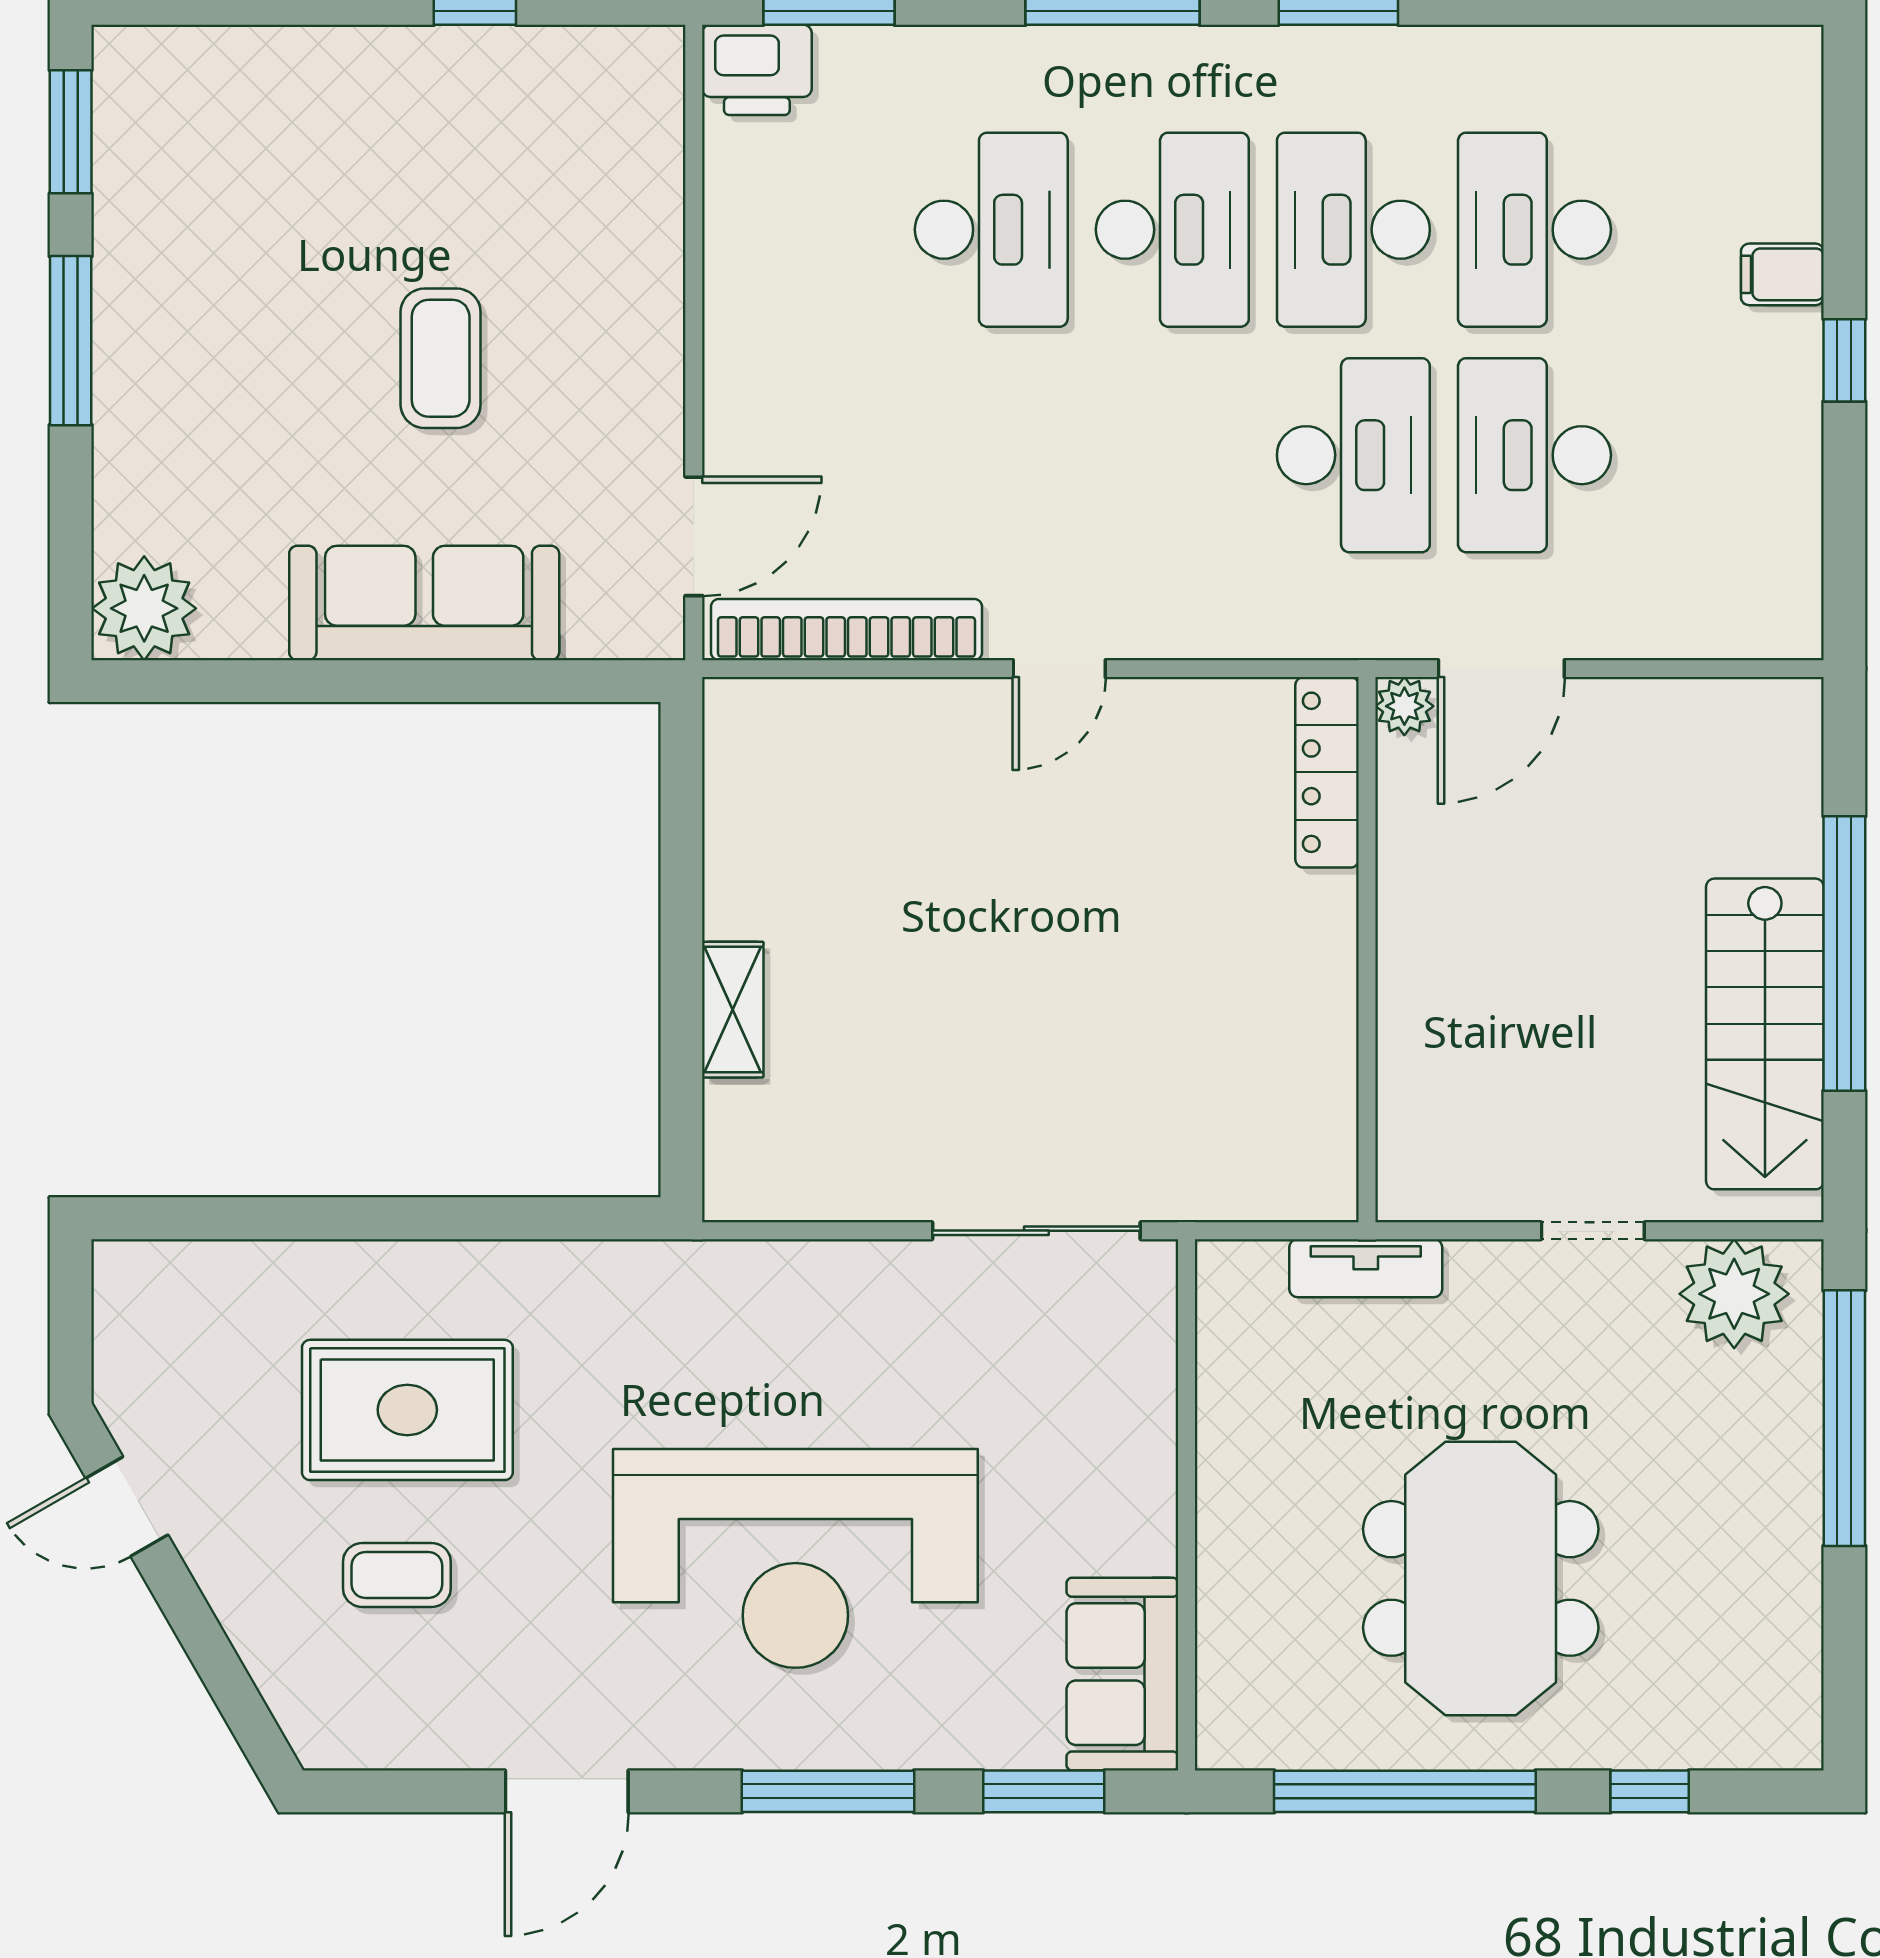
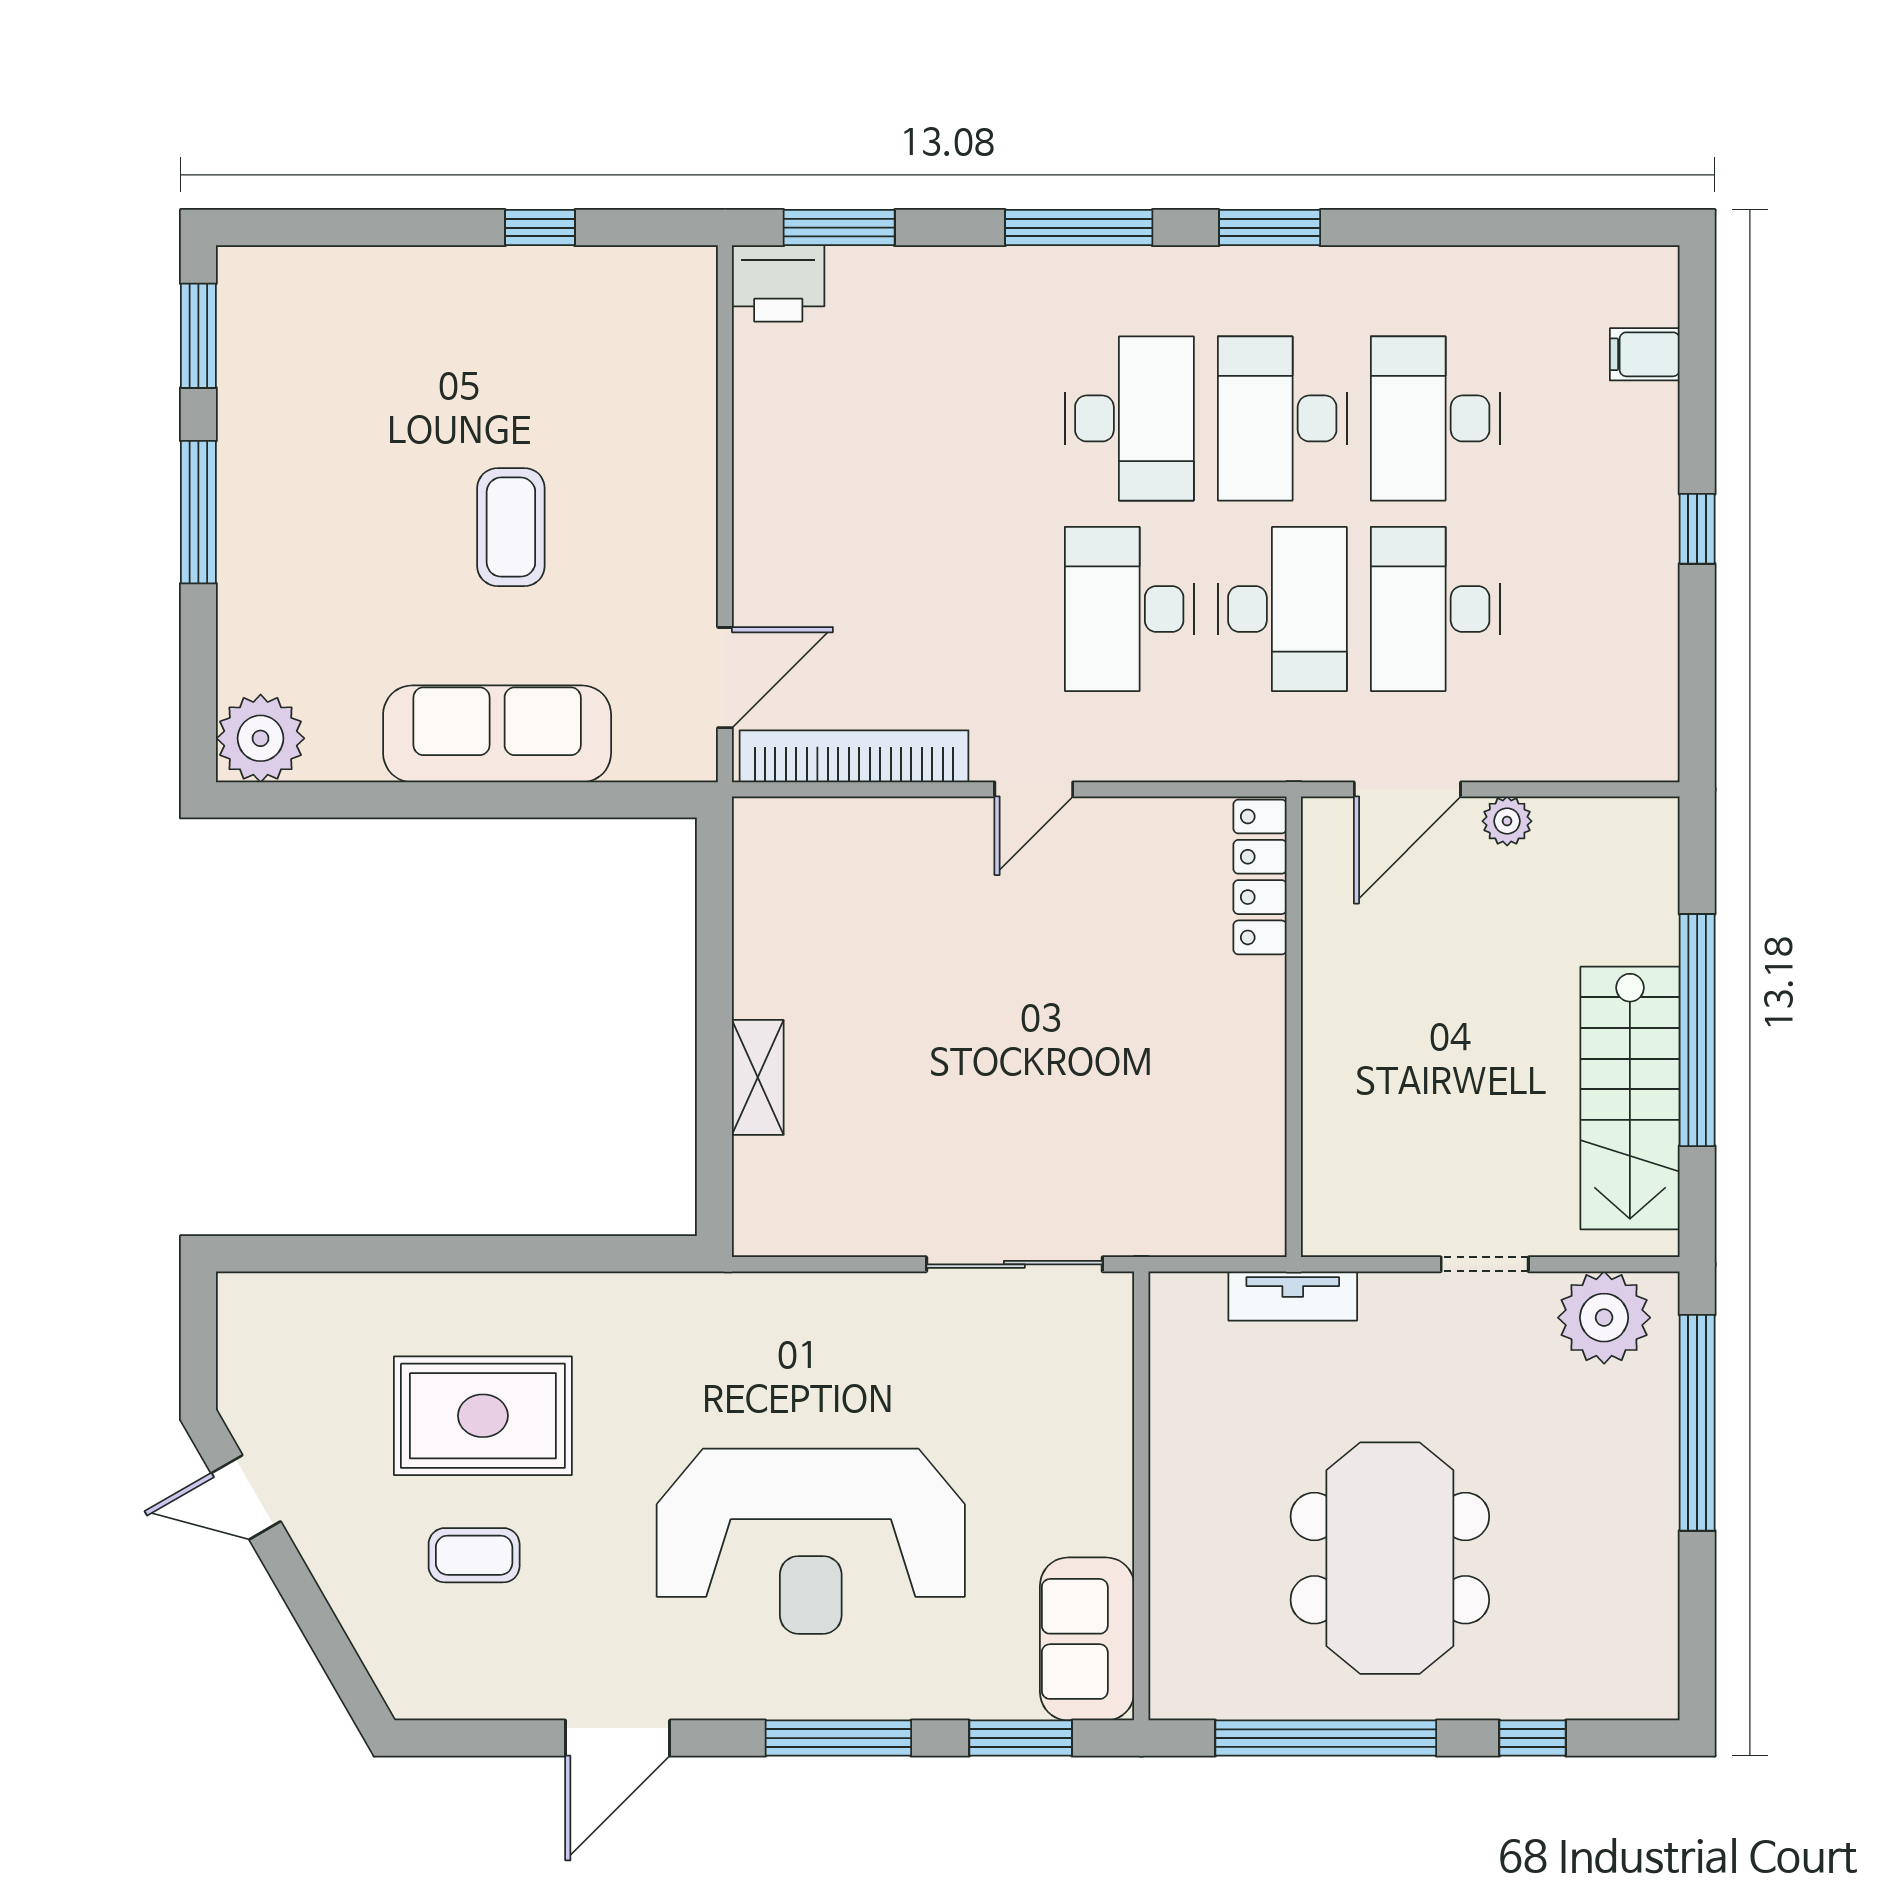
desk: (991, 230) -> (1129, 609), moved, turned 180
filing cabinet: (1782, 274) -> (1645, 354), moved
plant: (1404, 706) -> (1507, 821), moved

